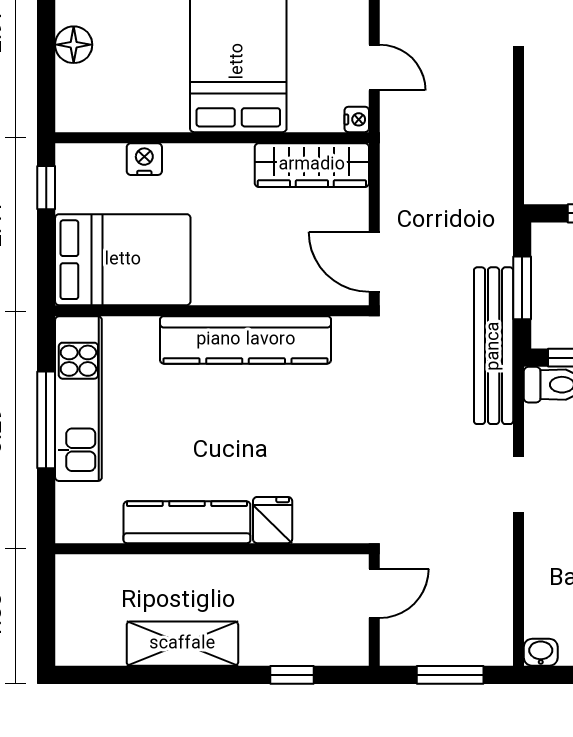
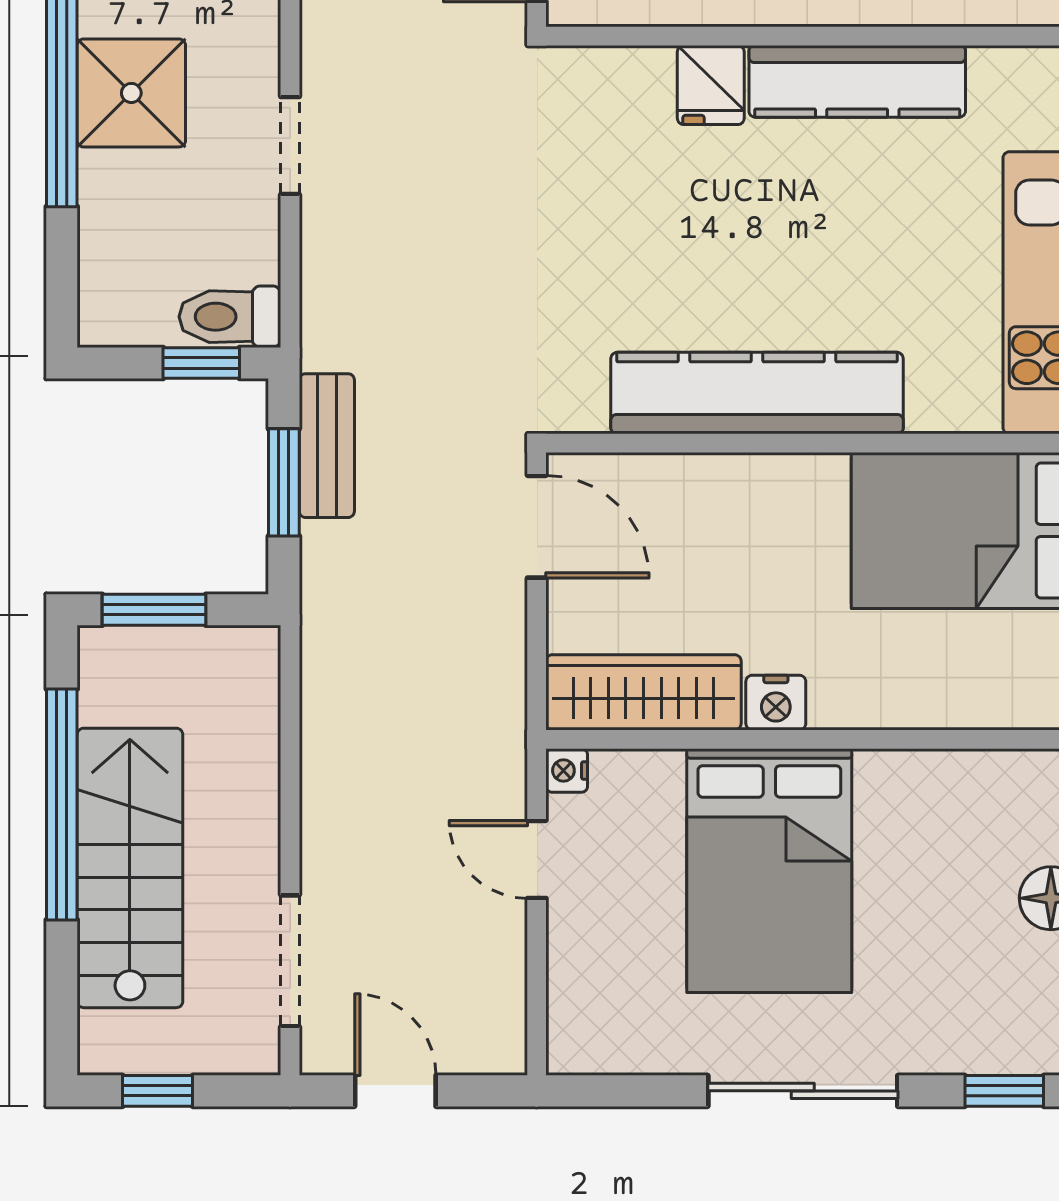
nightstand: (144, 159) -> (776, 703), moved
bench: (494, 346) -> (327, 446), width x0.54, depth x0.82

